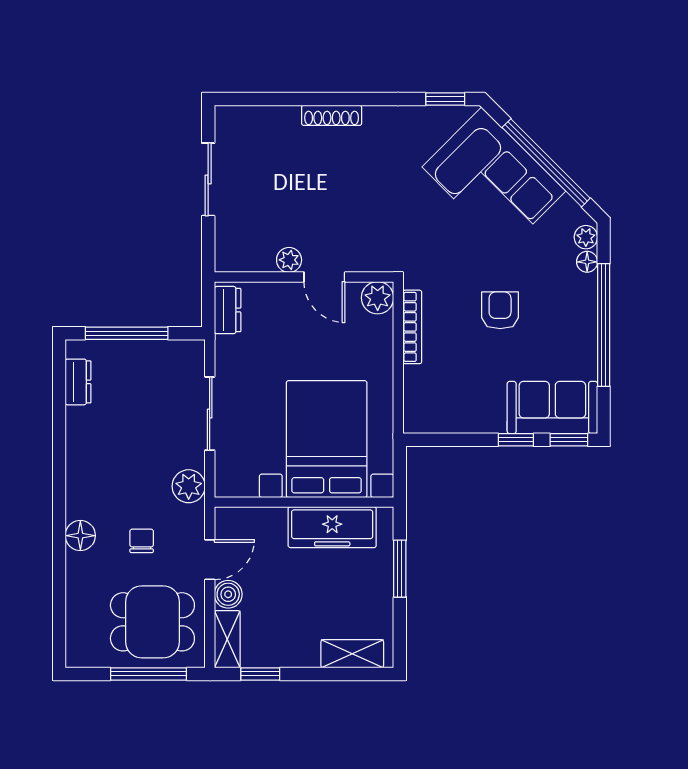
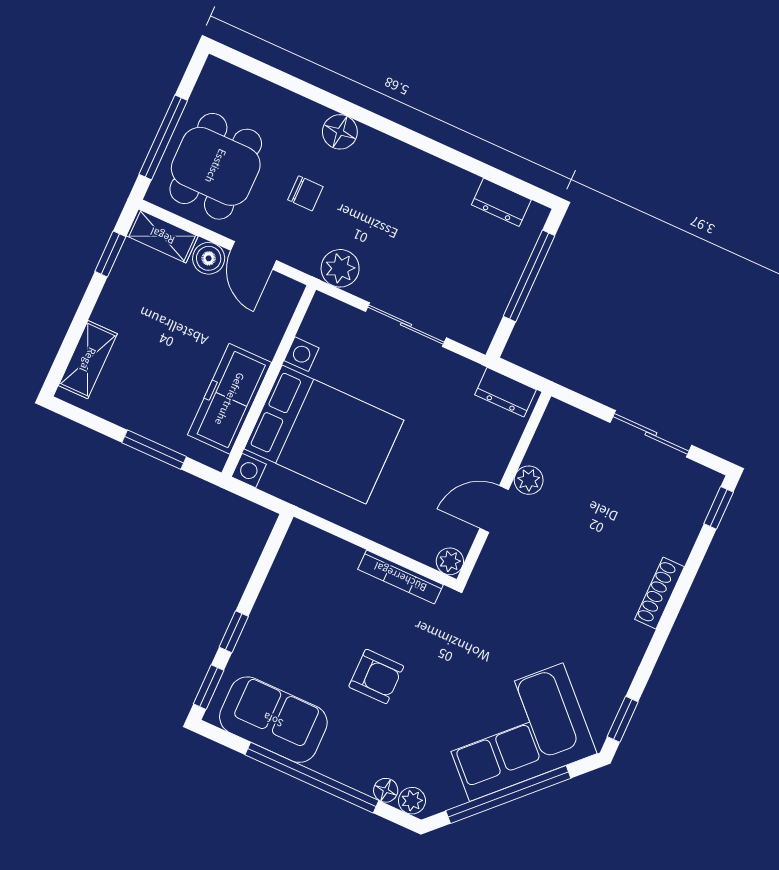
window: (243, 99) -> (719, 508), added
plant: (378, 298) -> (450, 561), width x0.73, depth x0.73
sofa: (552, 407) -> (273, 720), moved, turned -90

